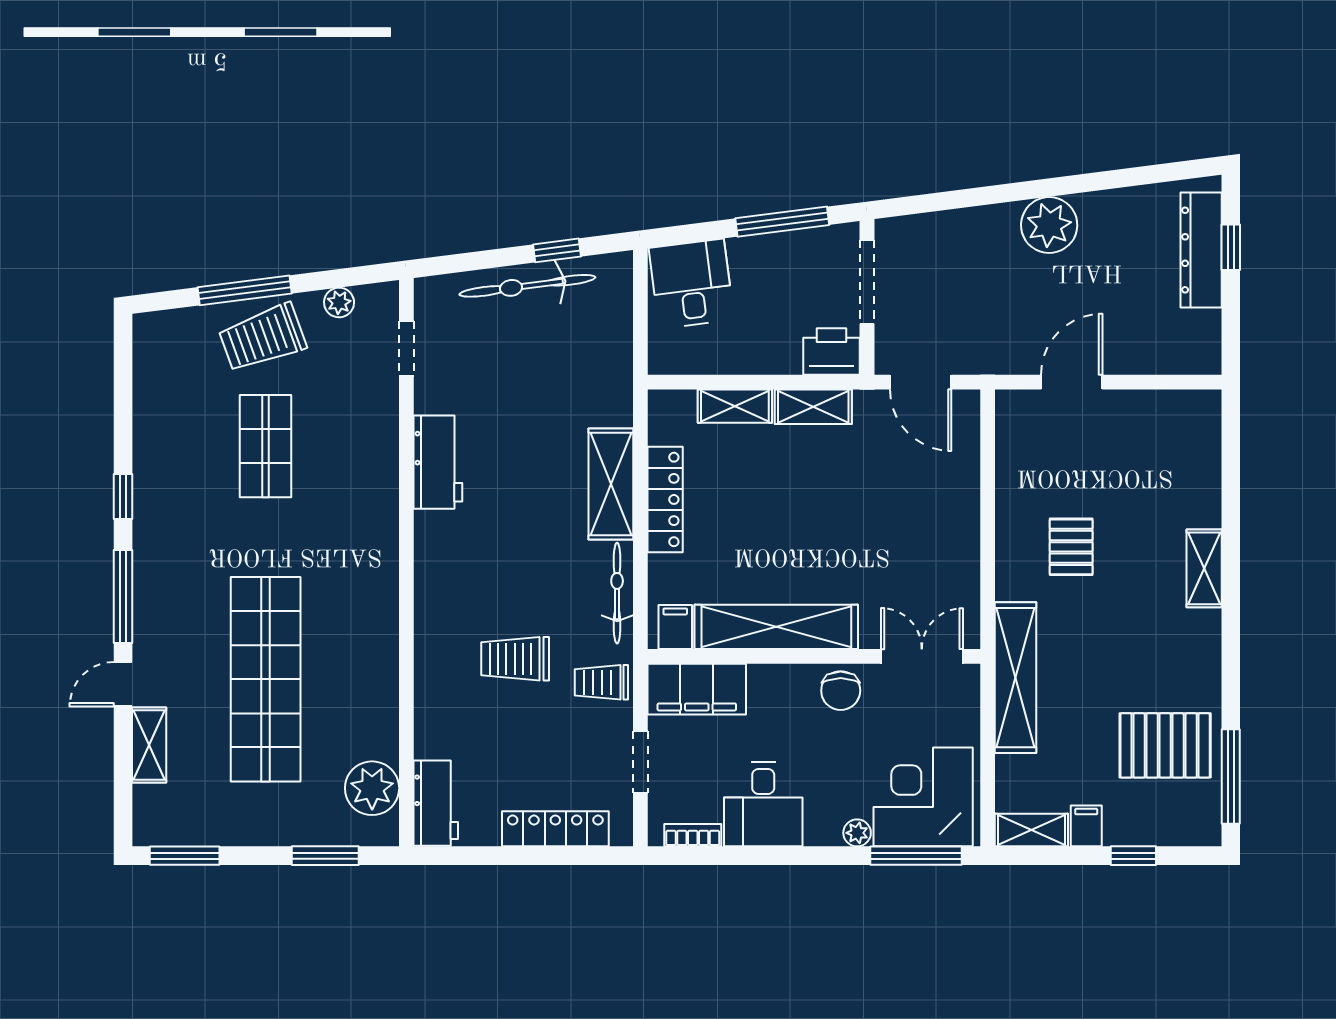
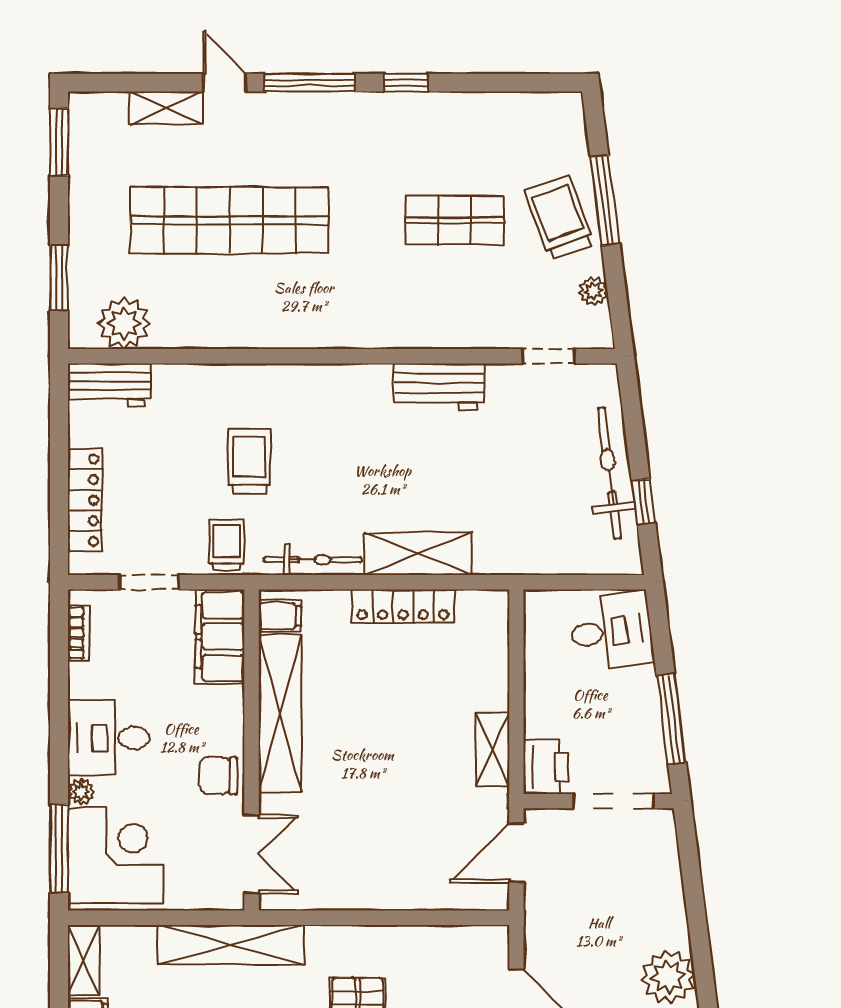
shelving: (735, 406) -> (493, 674), removed
desk: (763, 804) -> (109, 738), moved

